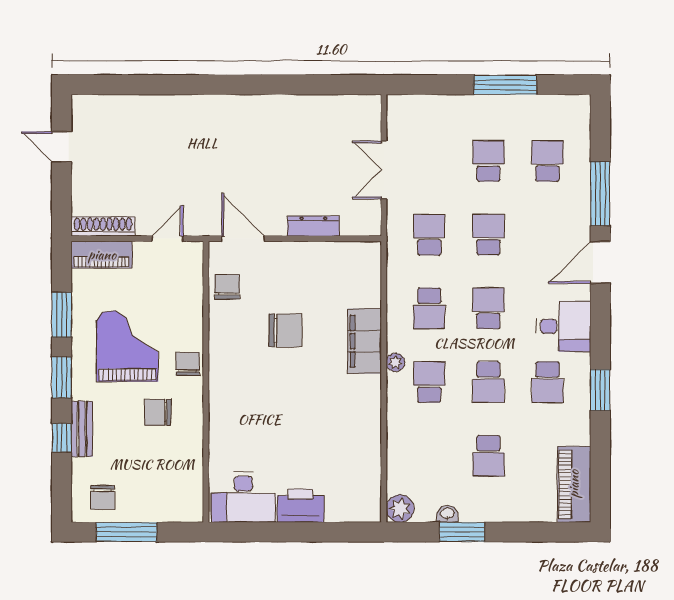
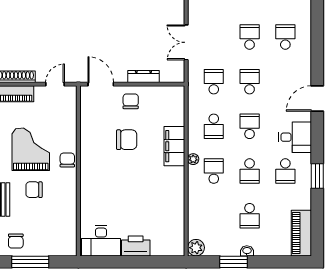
window: (600, 194) -> (317, 57), removed
chair: (227, 287) -> (131, 101), moved
chair: (158, 412) -> (34, 190), moved
washbasin: (447, 514) -> (247, 251), moved

